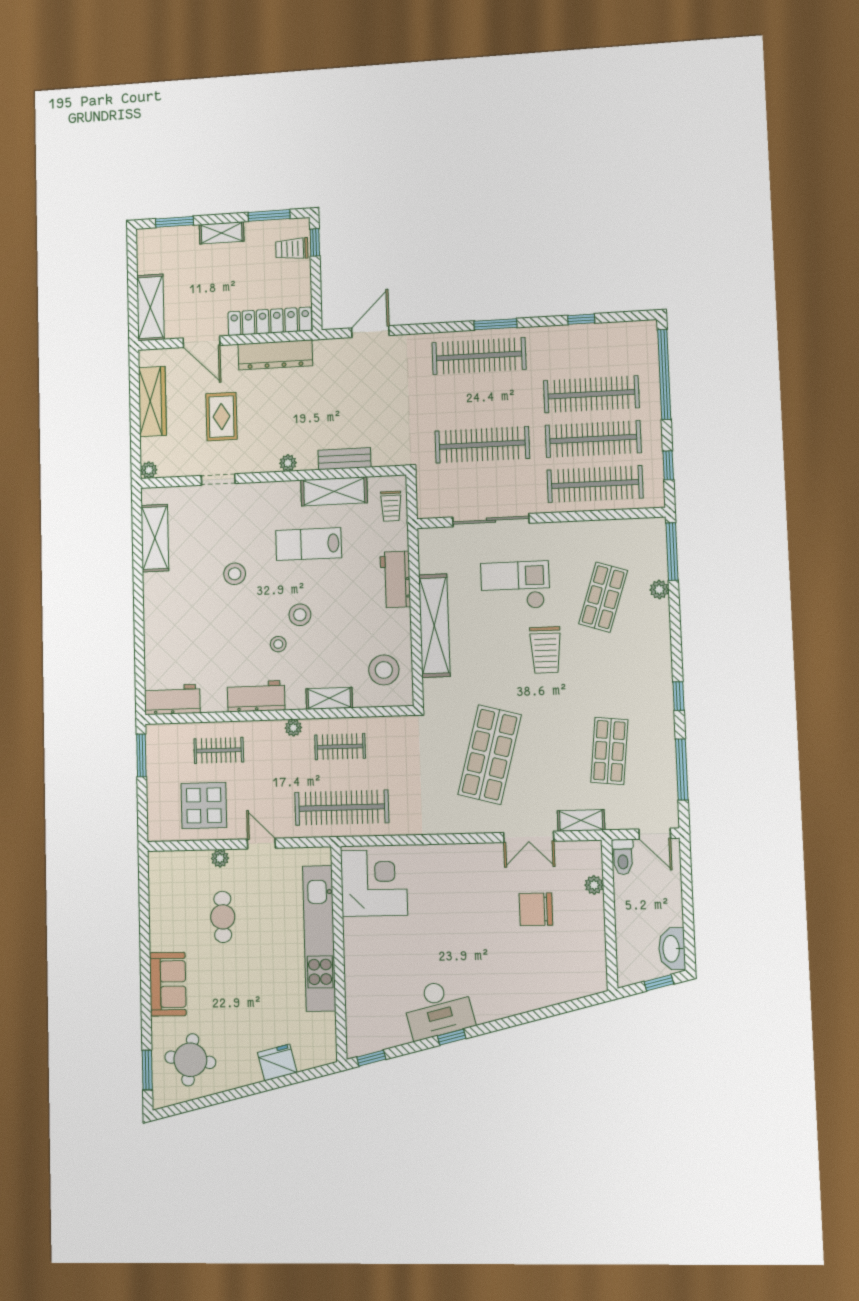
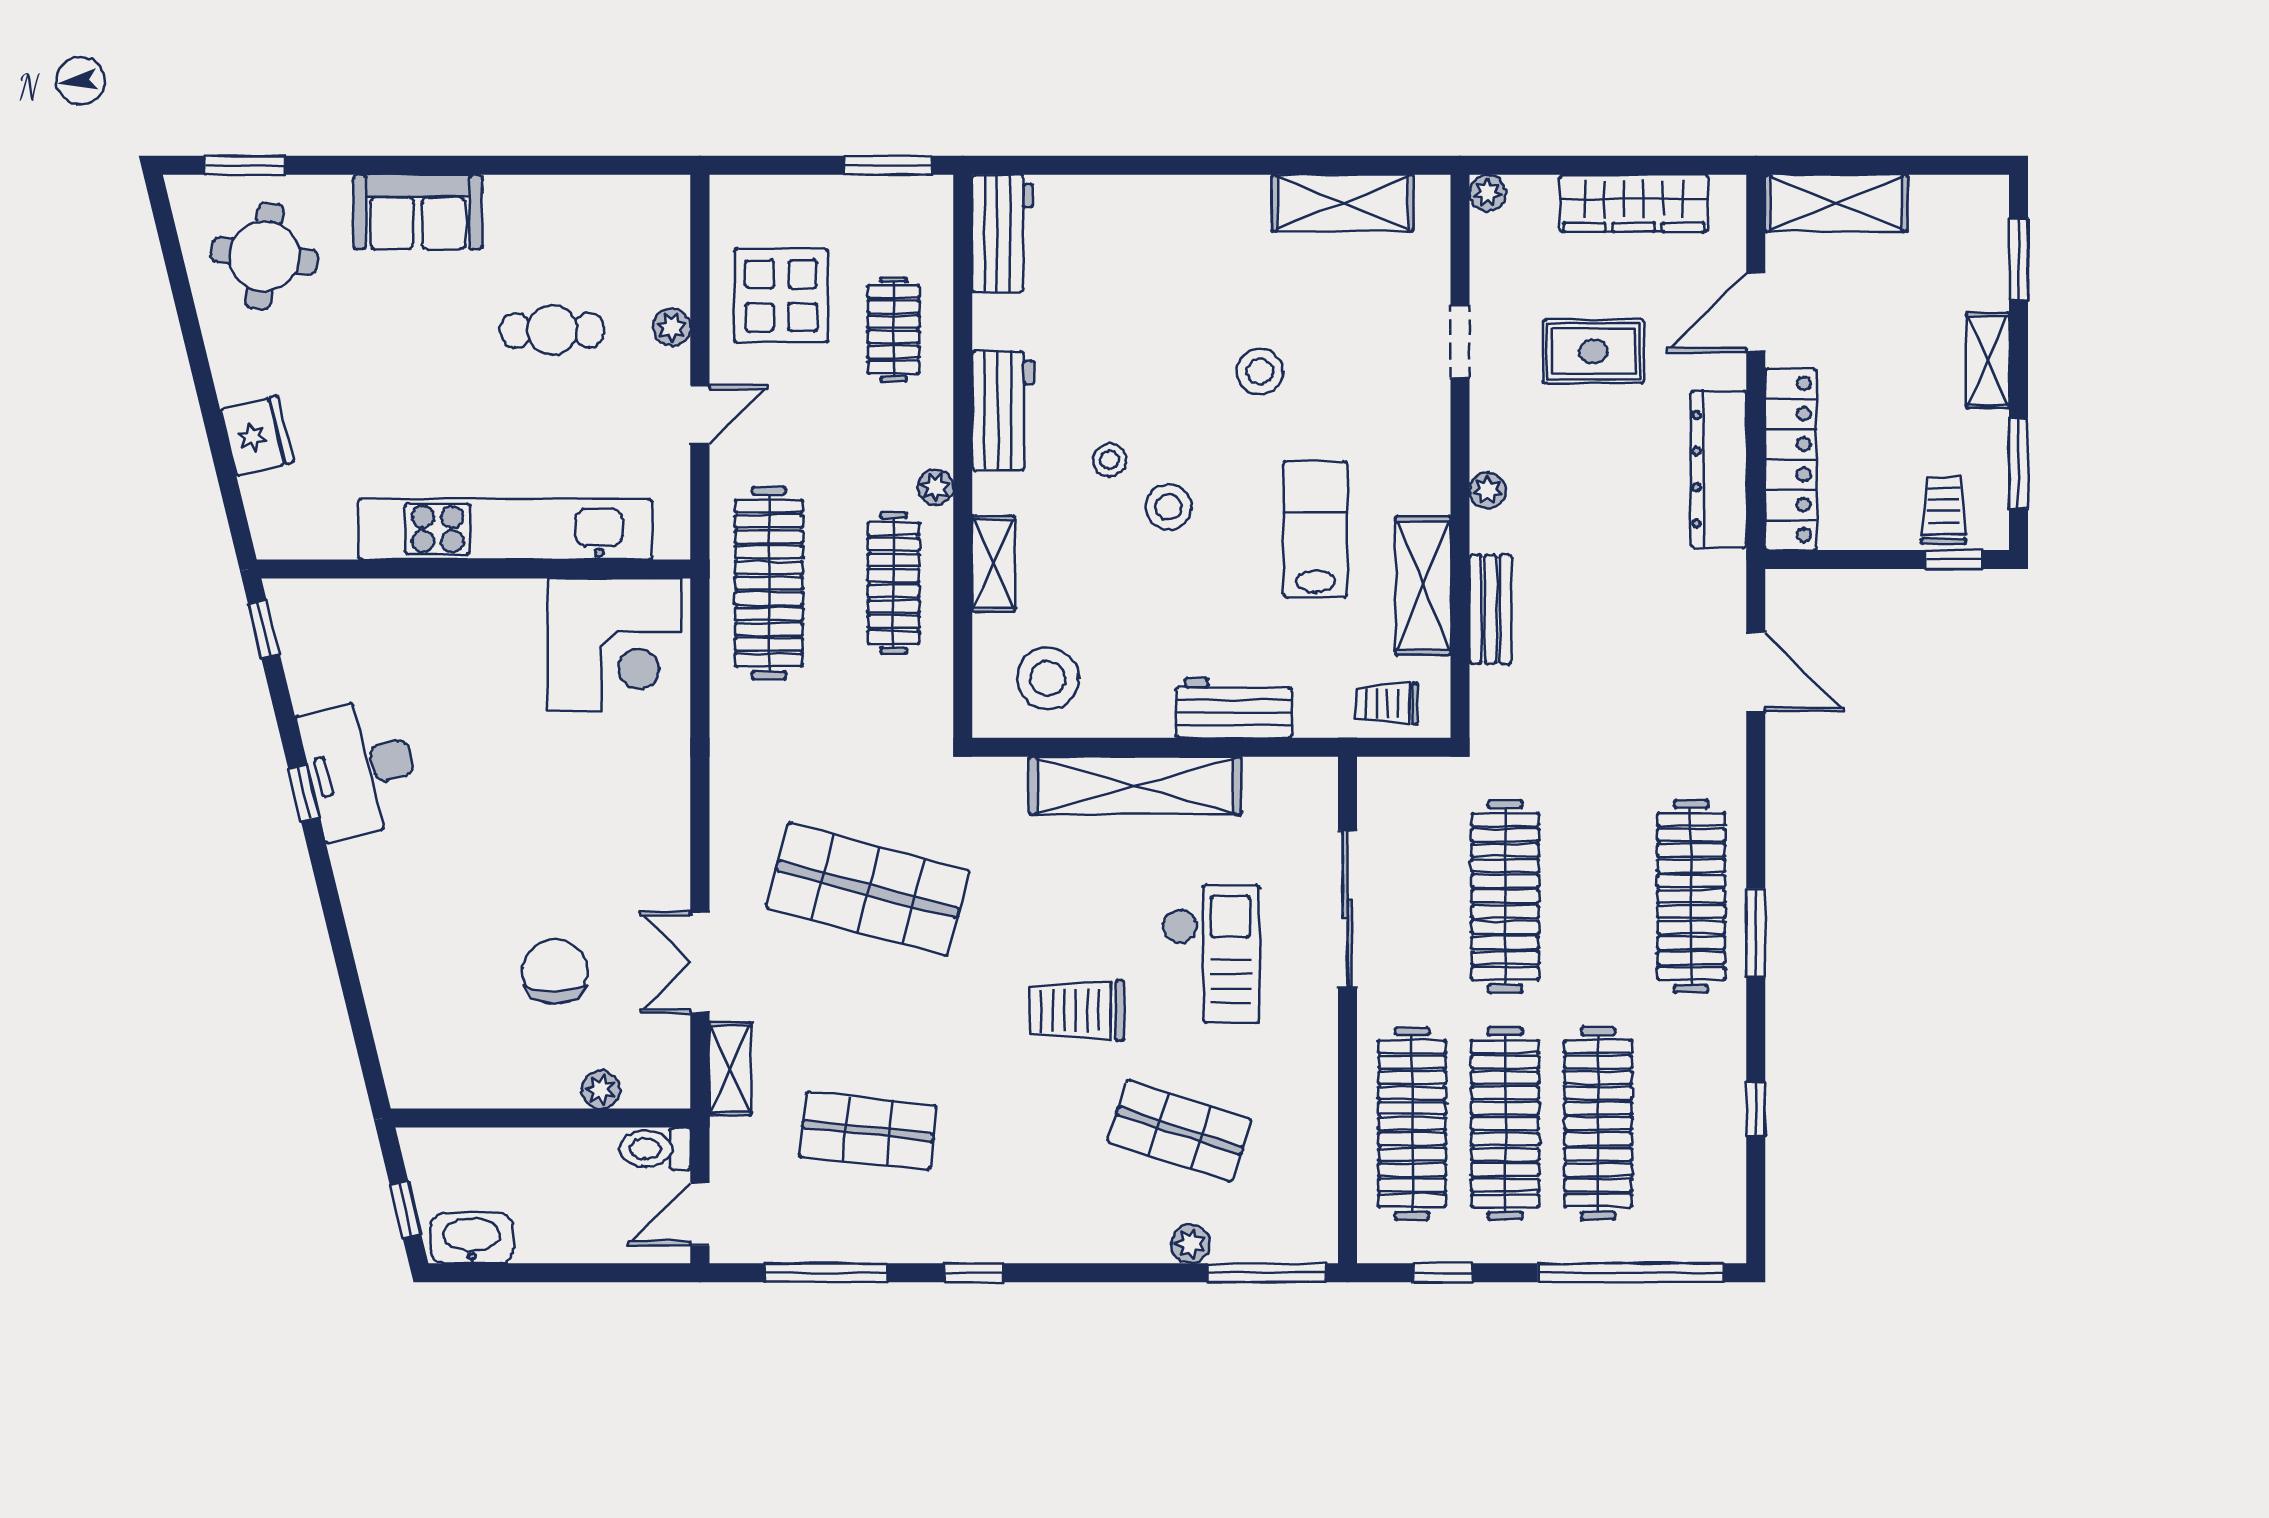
clothes rail: (340, 747) -> (894, 583), width x1.36

